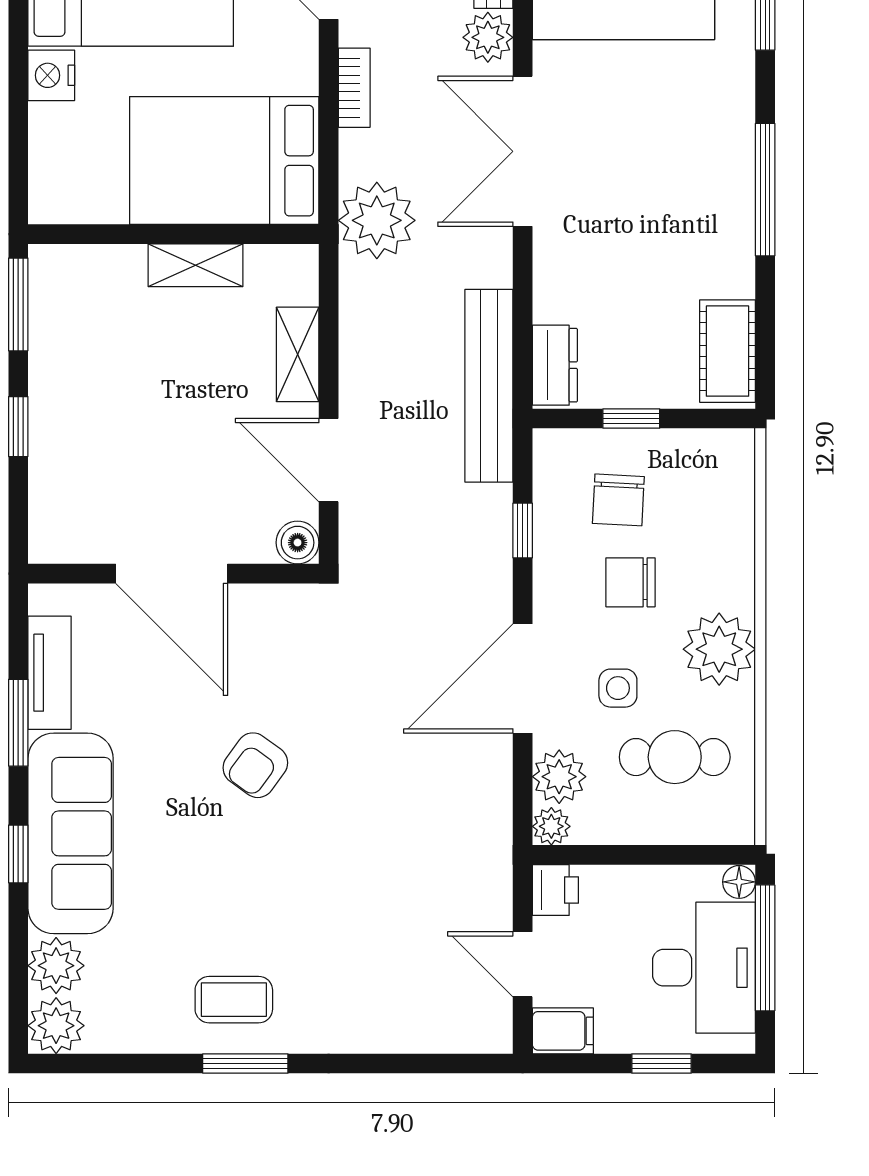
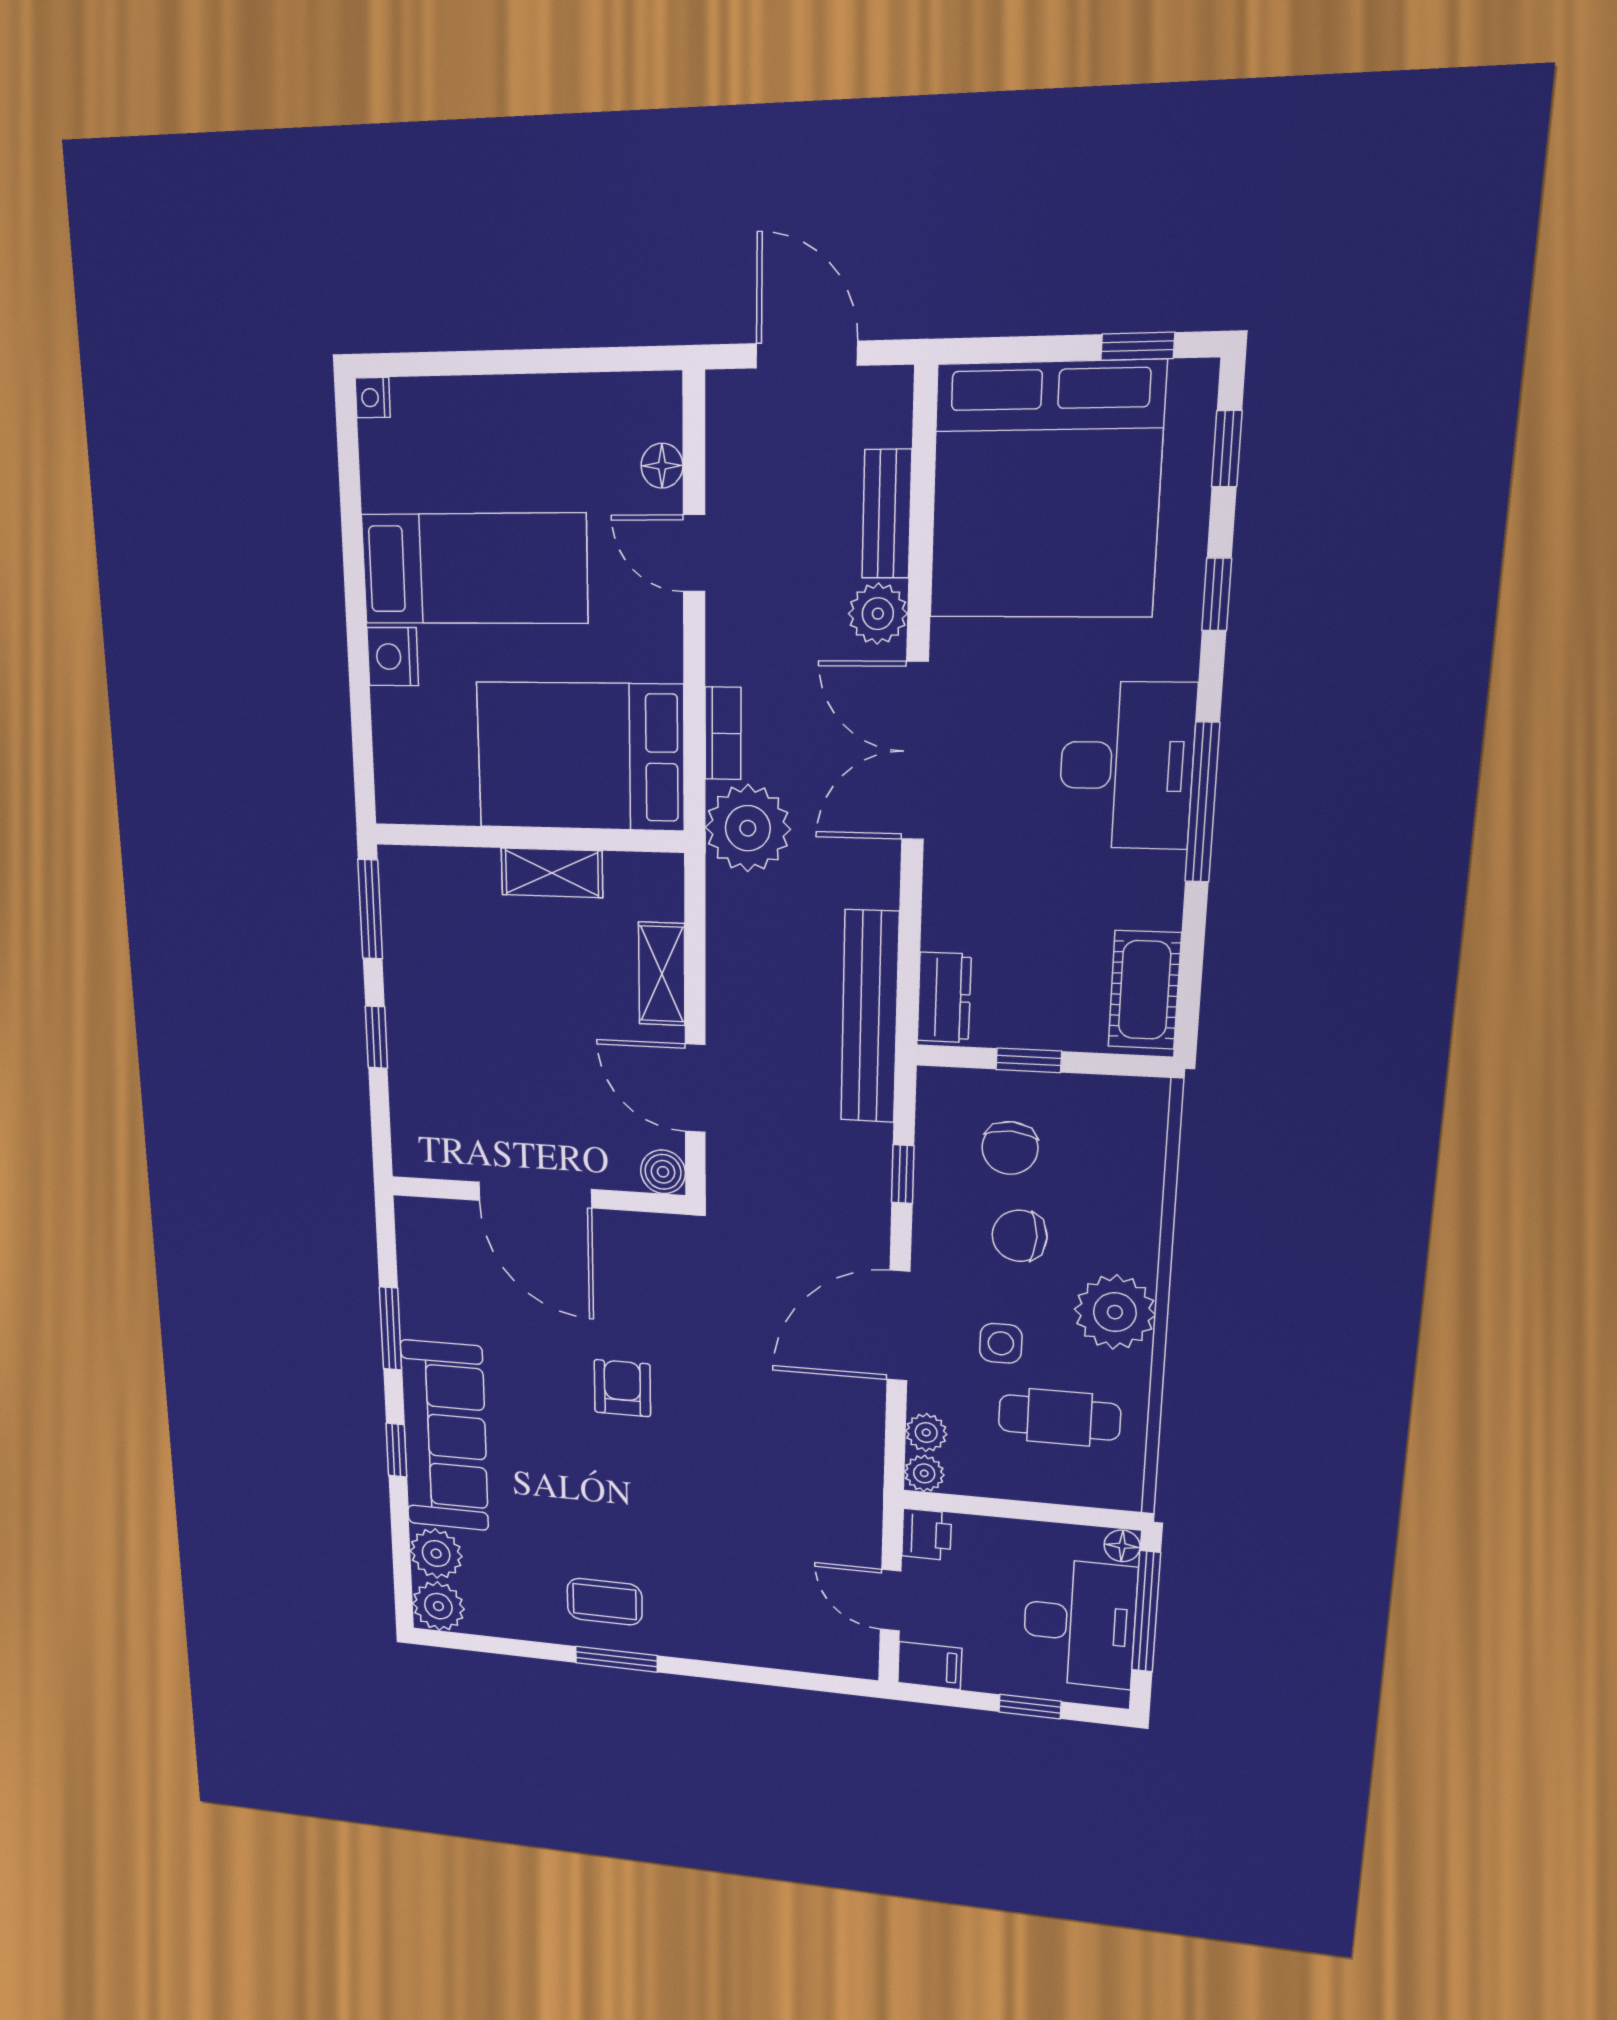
bookcase: (354, 88) -> (723, 733), moved
desk: (701, 160) -> (1127, 766), added
tv unit: (50, 673) -> (418, 1283), removed
armchair: (255, 765) -> (622, 1388), turned 144
plant: (559, 777) -> (926, 1433), width x0.73, depth x0.73

